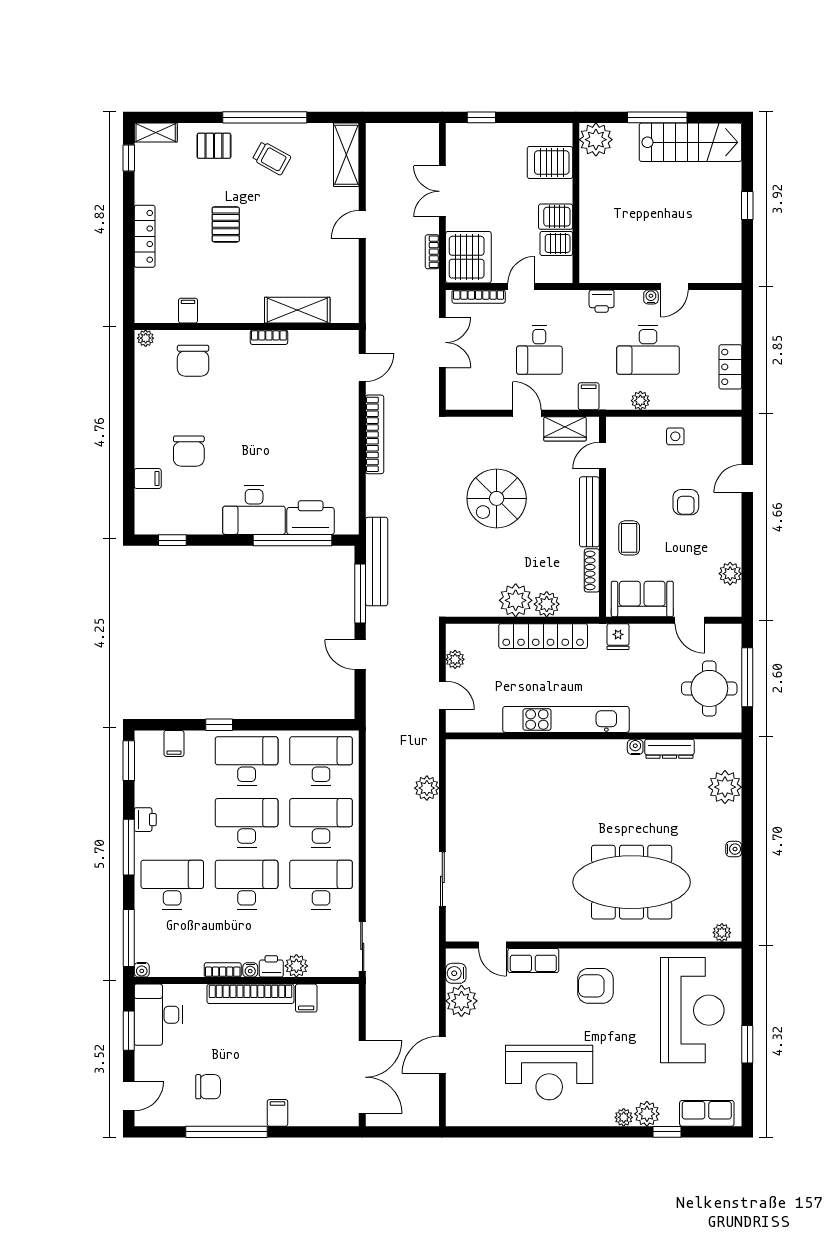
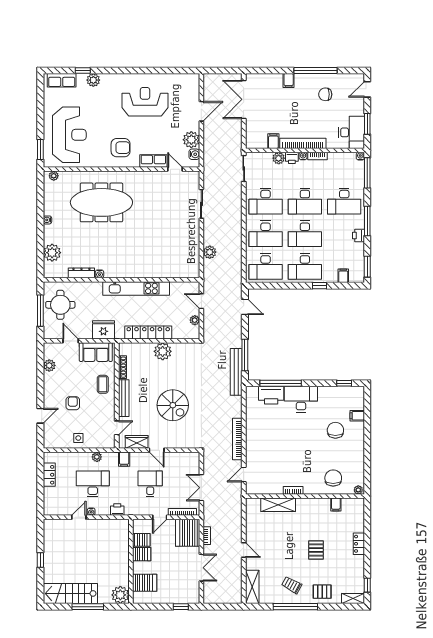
door: (362, 224) -> (244, 550), hinge flipped
locker: (145, 236) -> (359, 544), width x0.66
spiral stairs: (497, 498) -> (173, 405), turned 90
plant: (547, 604) -> (146, 349), removed
fridge: (618, 637) -> (103, 330), width x1.88, depth x1.34
door: (360, 655) -> (245, 307), moved
reception desk: (692, 1010) -> (69, 135), turned 180
window: (747, 1044) -> (40, 149), moved
plant: (624, 1117) -> (106, 78), removed

